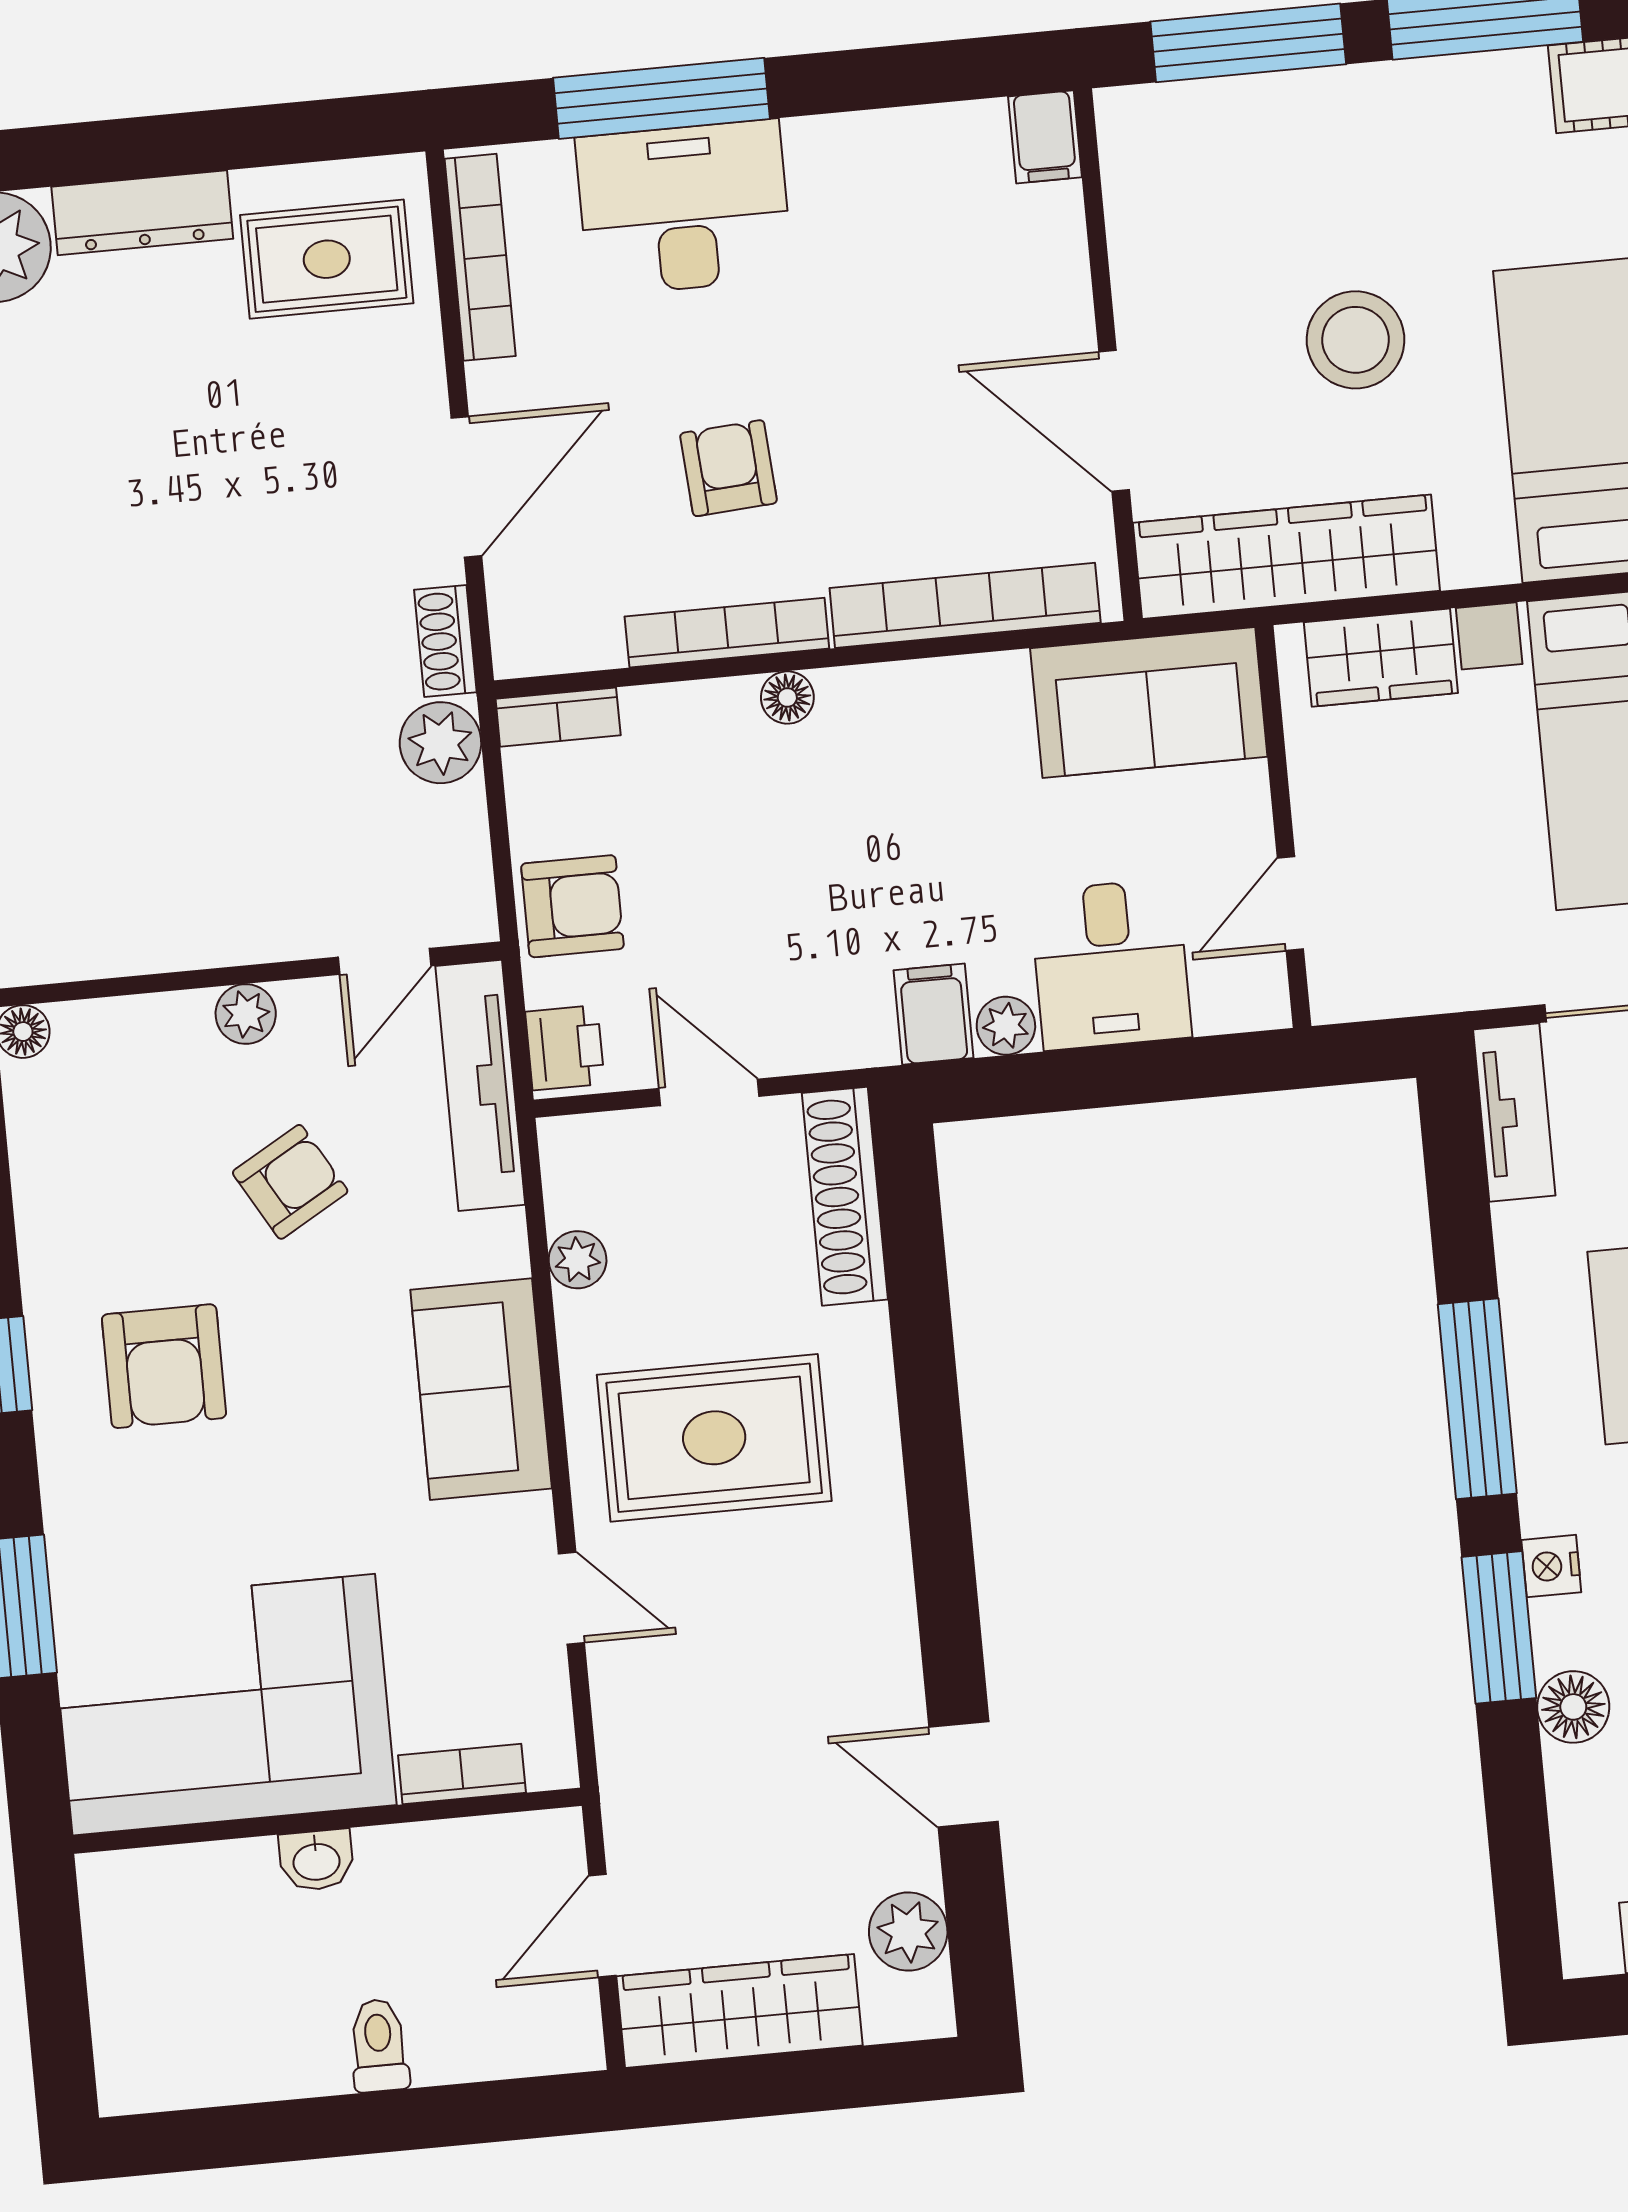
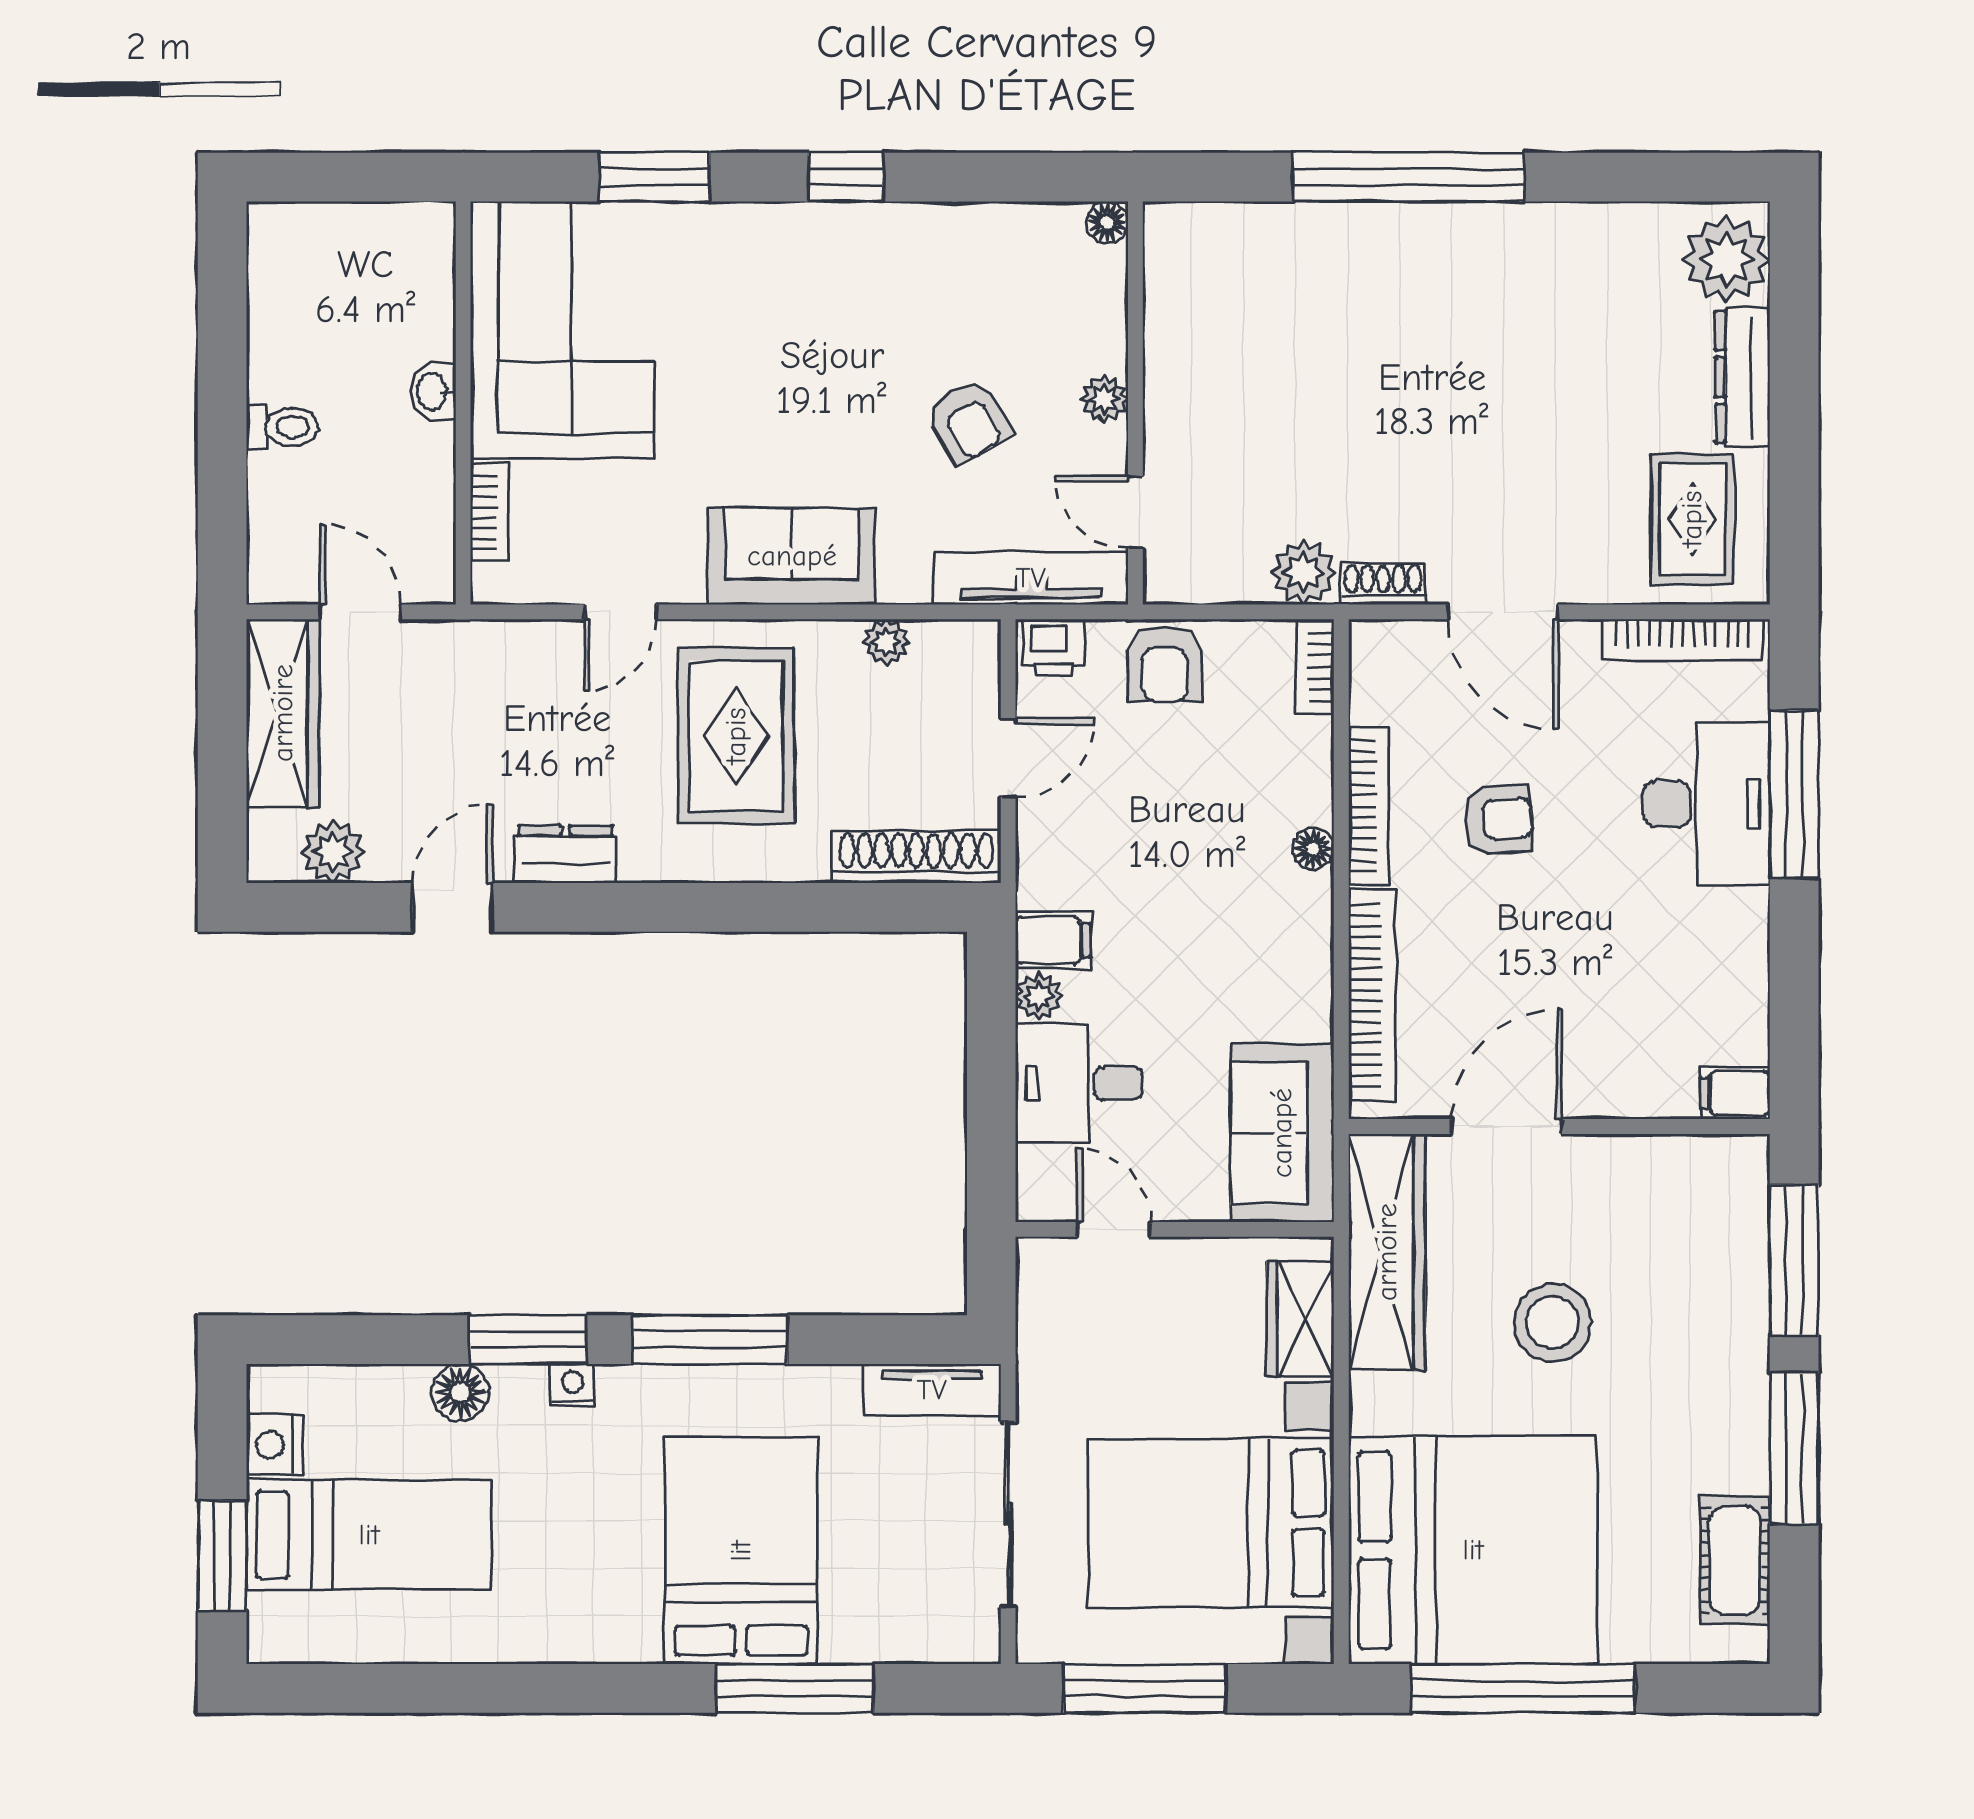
armchair: (164, 1366) -> (833, 308), removed
dresser: (883, 1638) -> (565, 854), added

